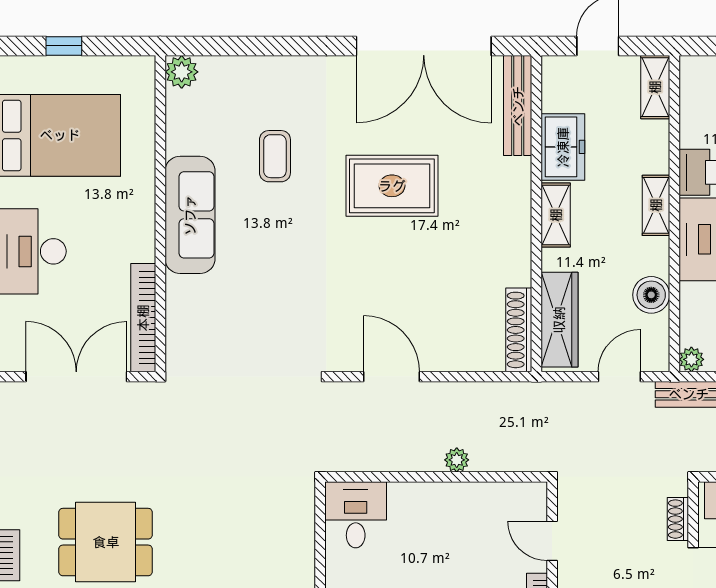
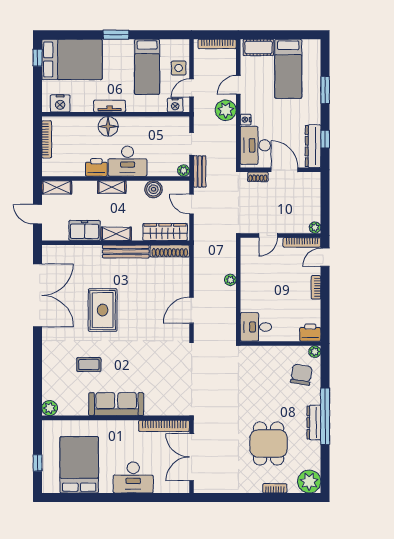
bench: (518, 106) -> (126, 251), moved

